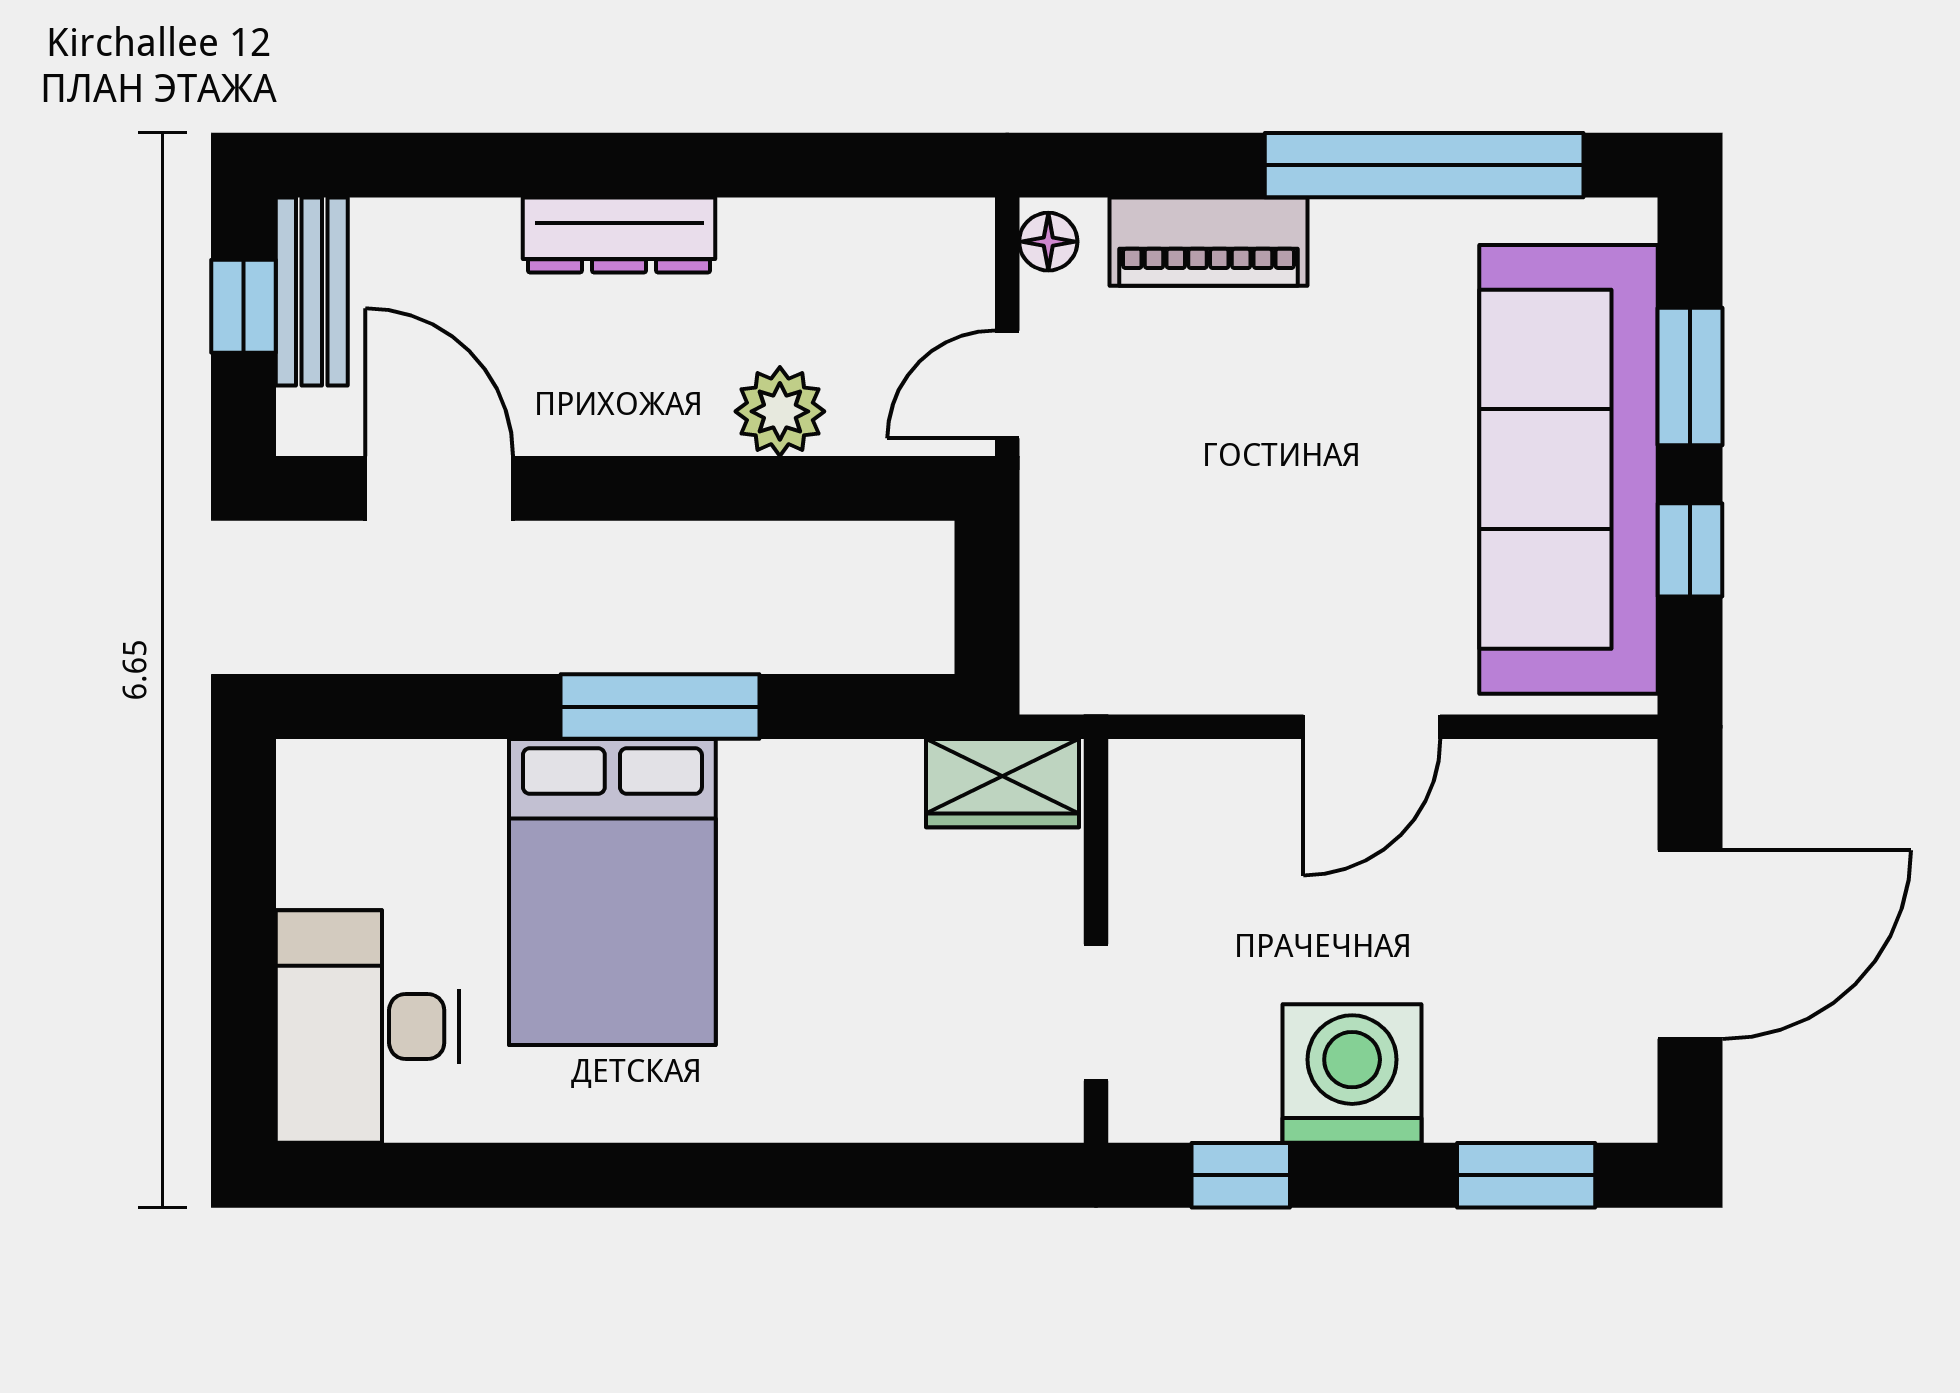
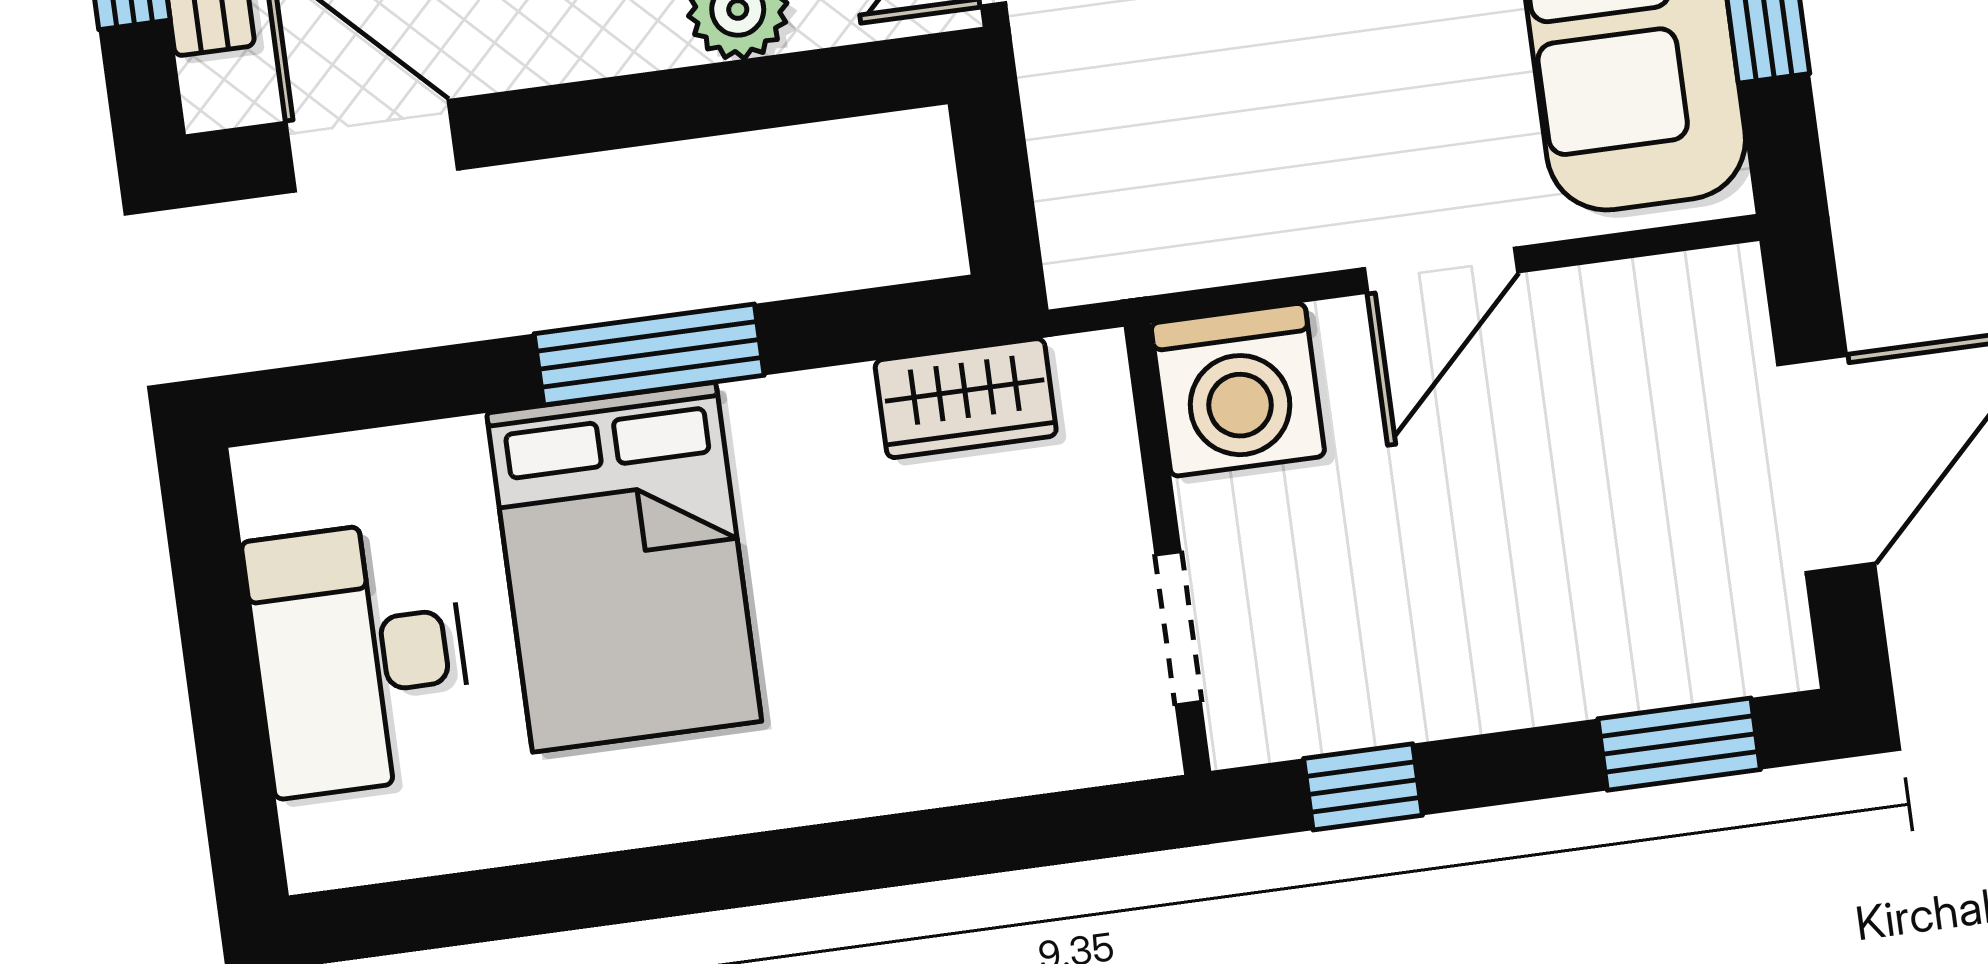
wardrobe: (1002, 783) -> (966, 398), moved
desk: (367, 1027) -> (360, 657), moved
washing machine: (1352, 1073) -> (1238, 390), moved, turned 180

